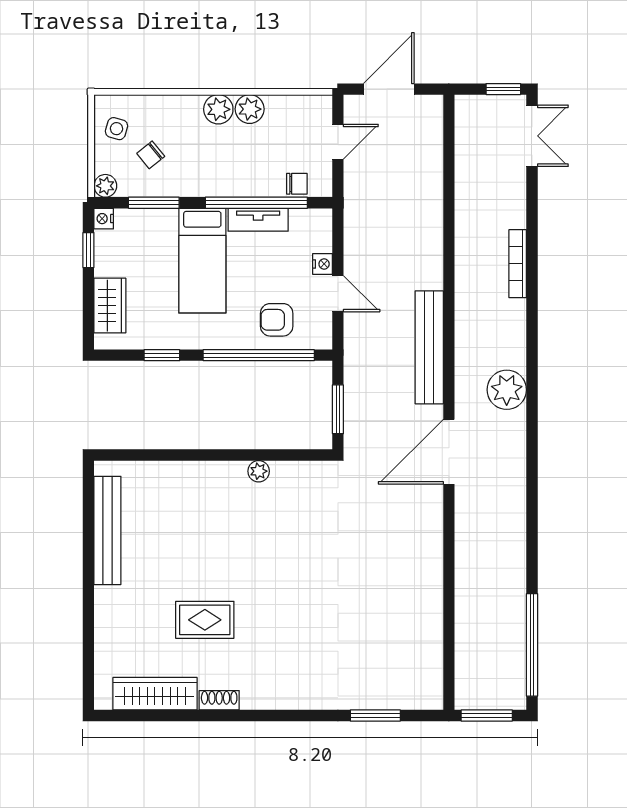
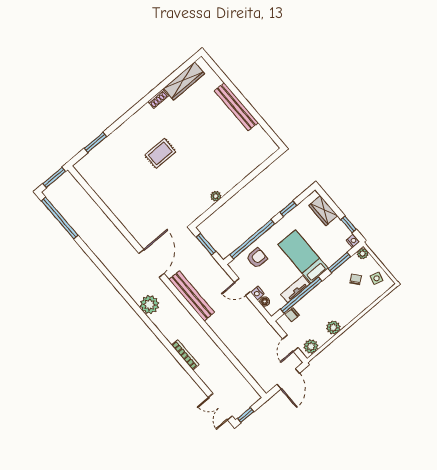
plant: (218, 109) -> (311, 346), moved
floor lamp: (322, 241) -> (265, 301), added
bench: (107, 530) -> (236, 107), moved
rug: (205, 620) -> (160, 153), moved

